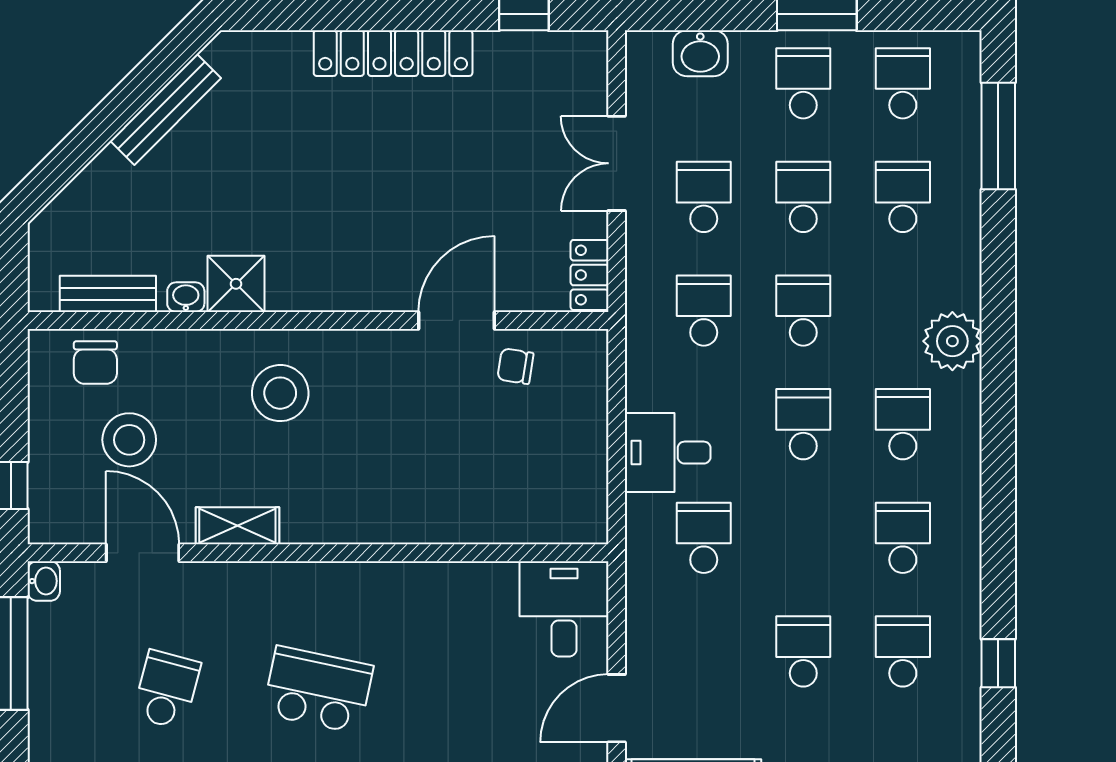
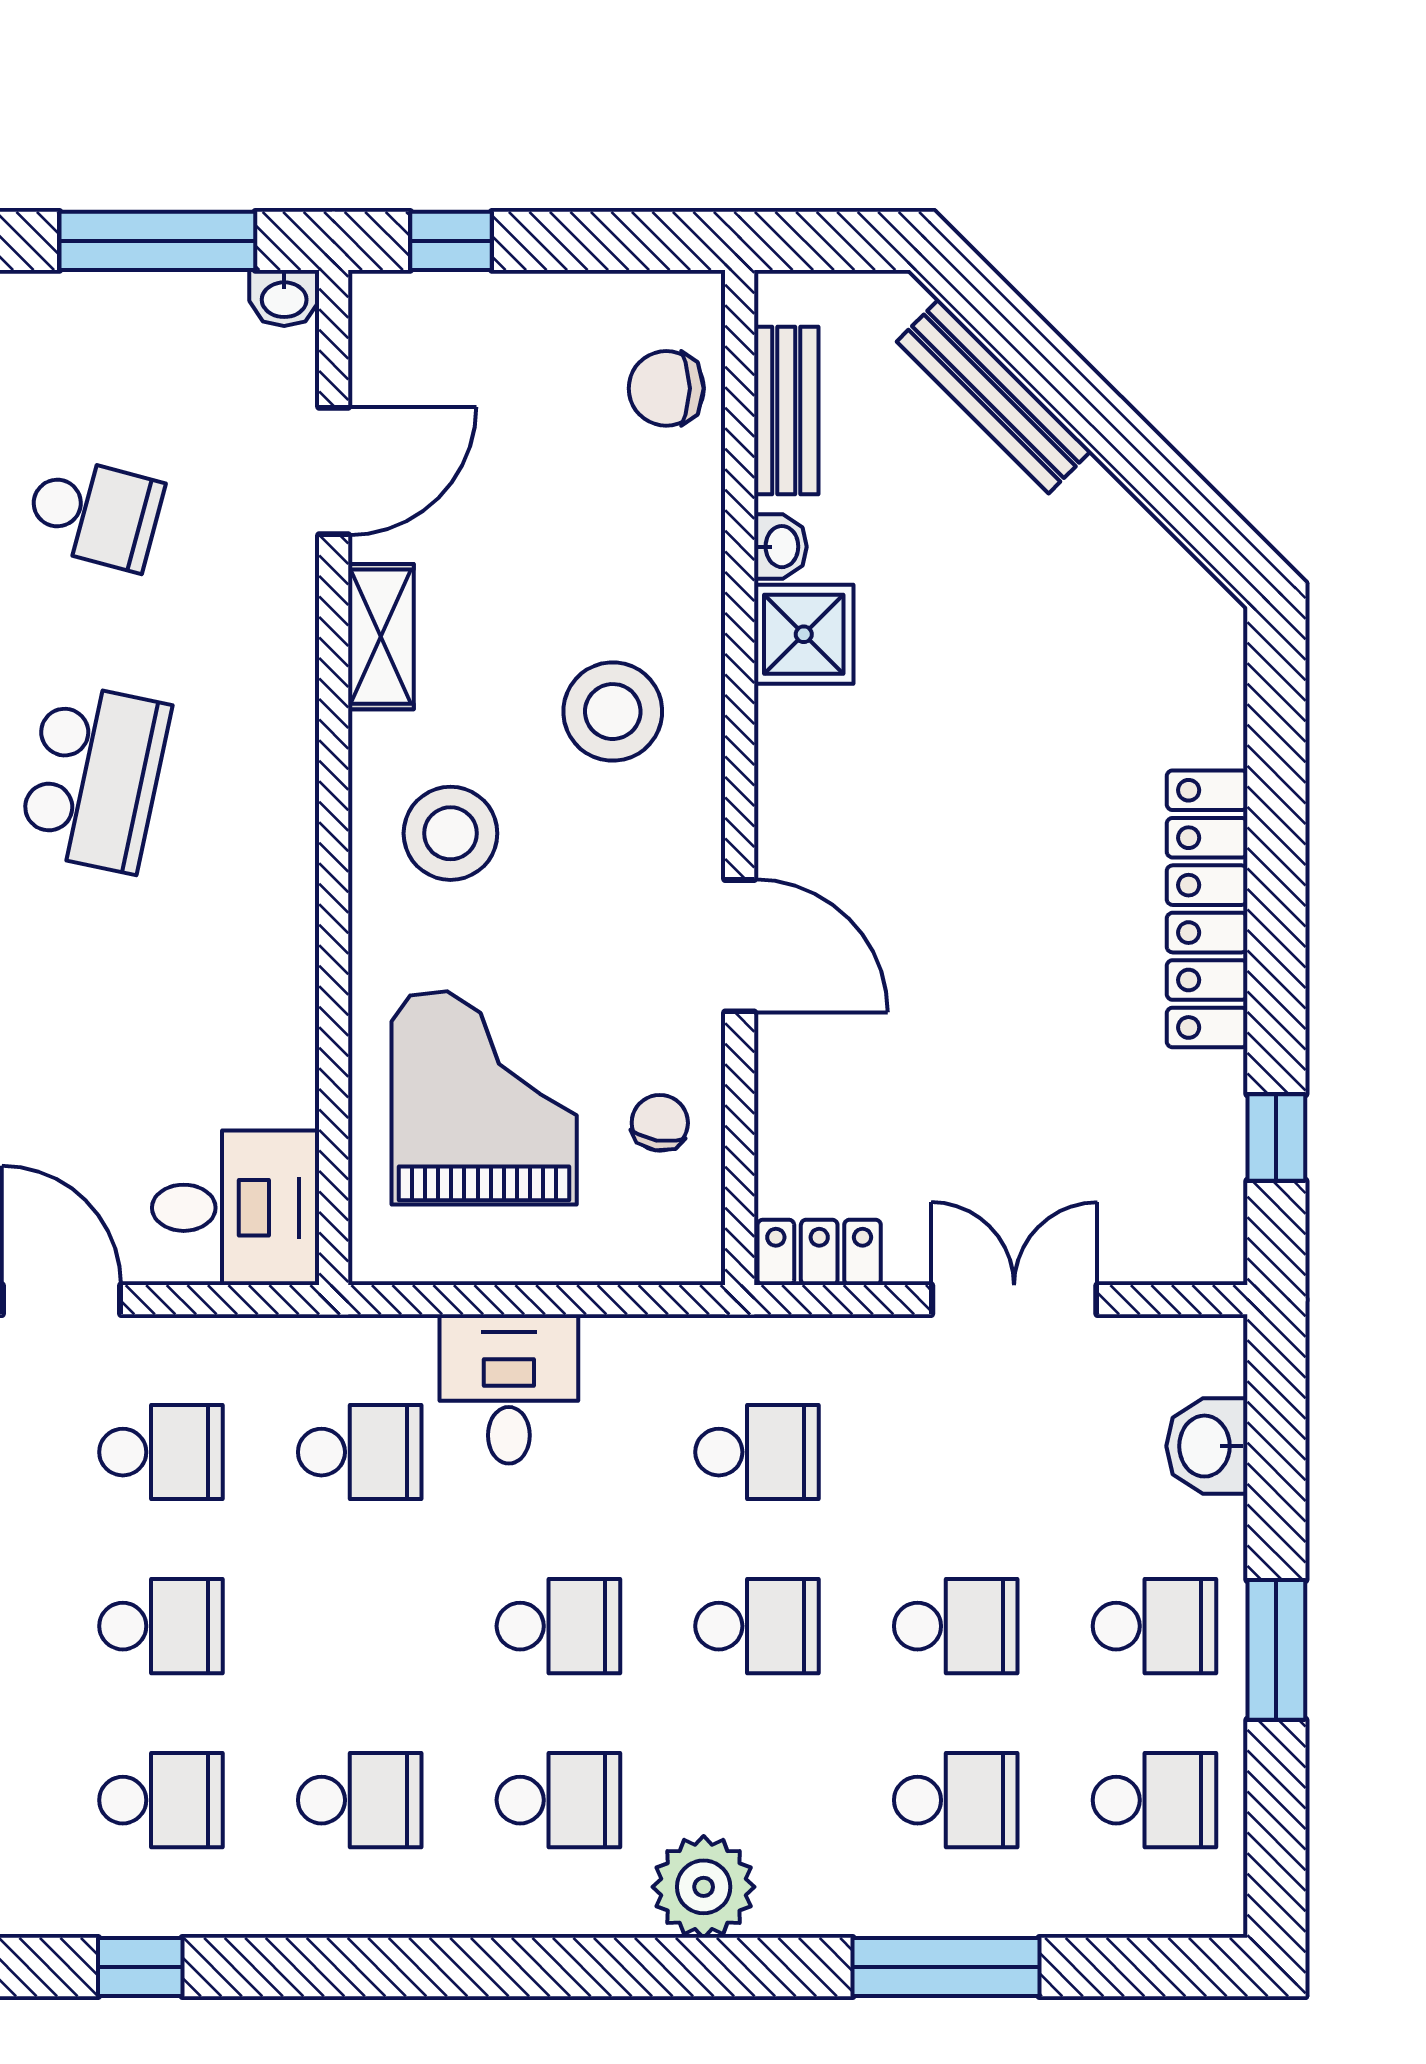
bench: (166, 109) -> (994, 396), moved
window: (998, 136) -> (946, 1967), moved
school desk: (704, 197) -> (161, 1452), moved
door: (457, 320) -> (740, 946), moved
stool: (129, 440) -> (450, 833), moved
grand piano: (501, 467) -> (484, 1098), added

